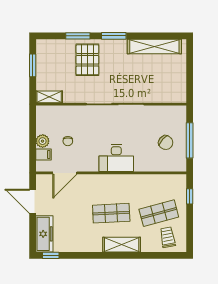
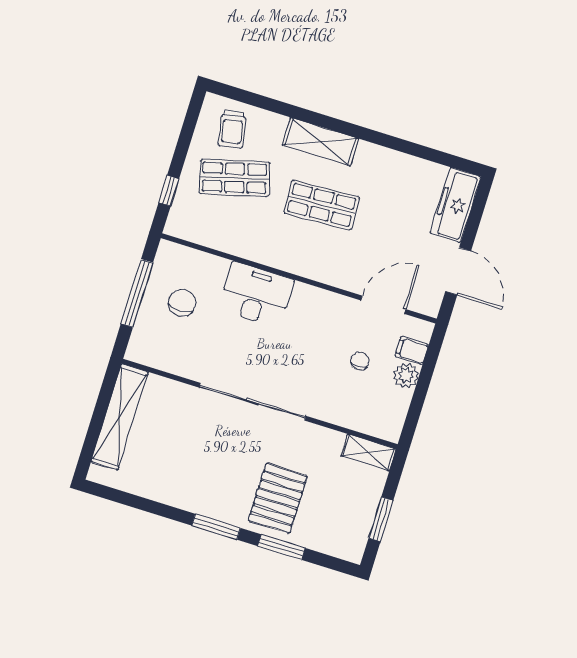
shelving: (154, 47) -> (120, 417), moved, turned 90
chair: (166, 143) -> (182, 303), turned 49
desk: (116, 158) -> (256, 295), moved
window: (51, 255) -> (456, 162), removed

